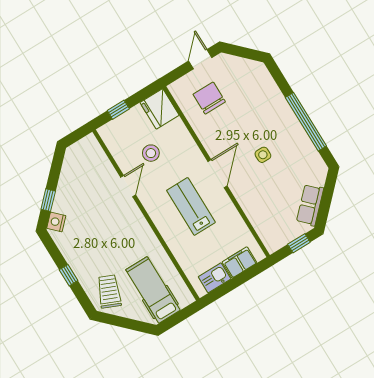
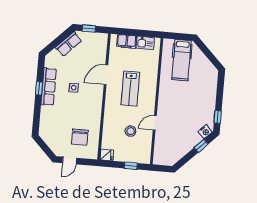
fridge: (160, 109) -> (107, 155), width x0.53, depth x0.75
window: (306, 122) -> (39, 88), width x0.32
row of seats: (295, 133) -> (49, 87), added
door: (217, 174) -> (106, 75), moved
window: (69, 275) -> (218, 117), moved
trolley: (109, 291) -> (205, 76), removed

